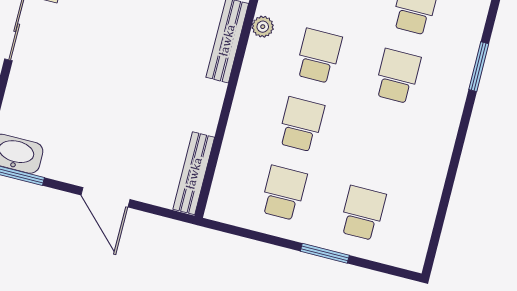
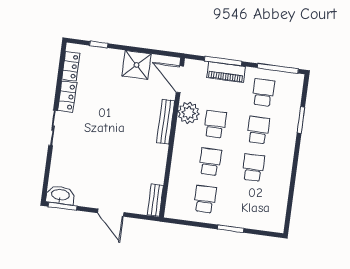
plant: (263, 27) -> (189, 113), width x1.87, depth x1.87
bench: (194, 173) -> (155, 200), width x0.73
school desk: (363, 213) -> (253, 167), moved

